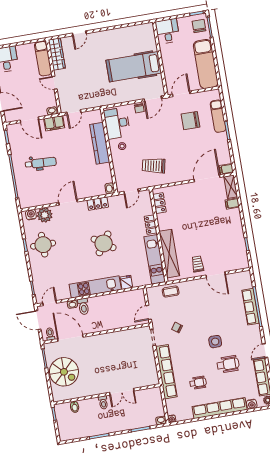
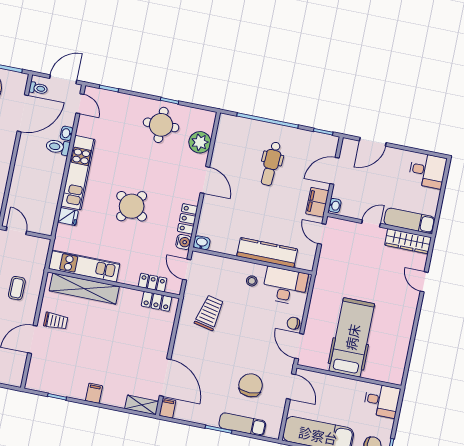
filing cabinet: (232, 204) -> (94, 393), moved
water cooler: (31, 215) -> (184, 242), moved
locker: (151, 225) -> (153, 283), moved
coffee table: (171, 292) -> (17, 288), moved

